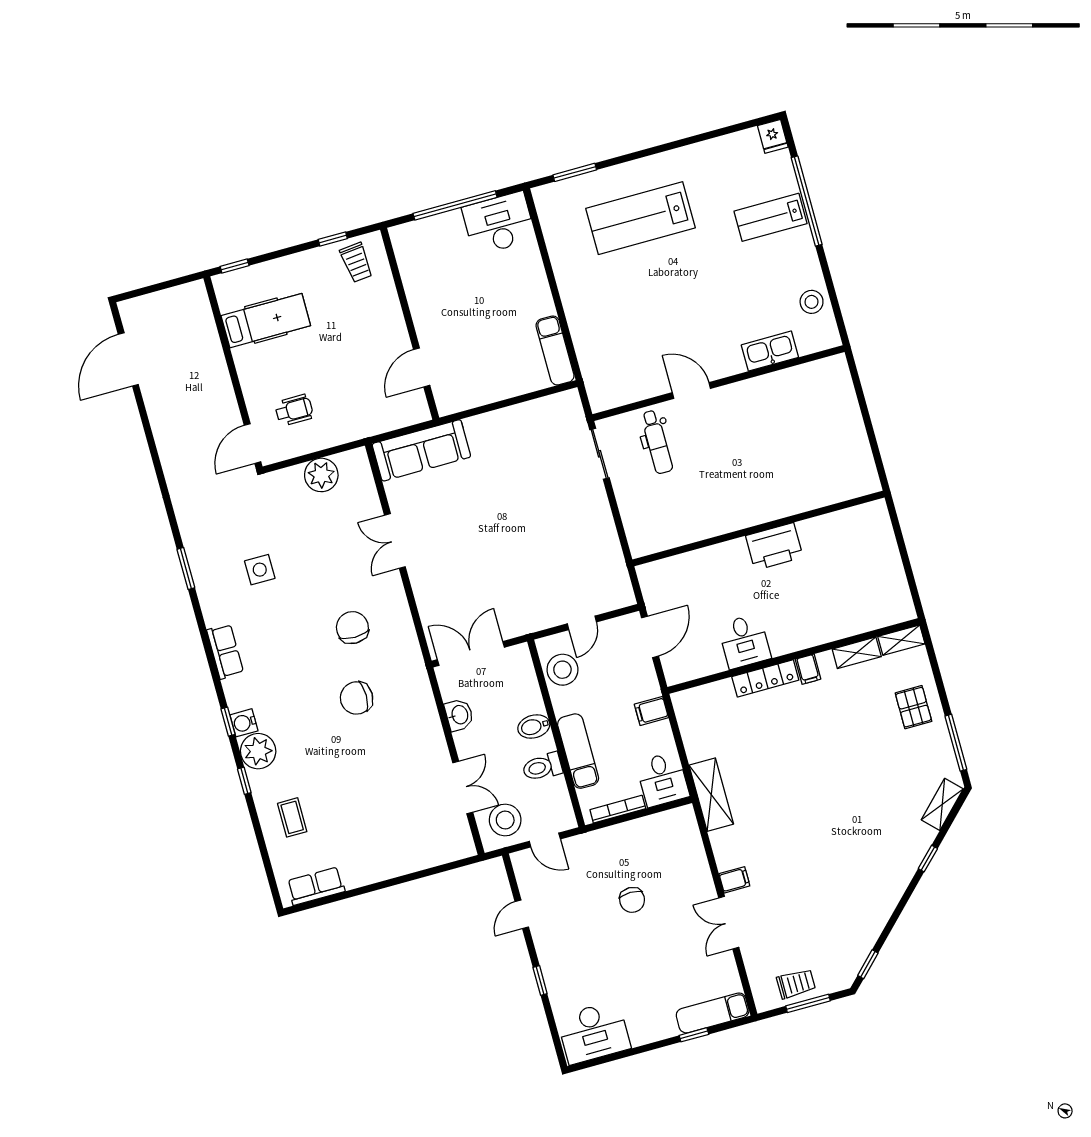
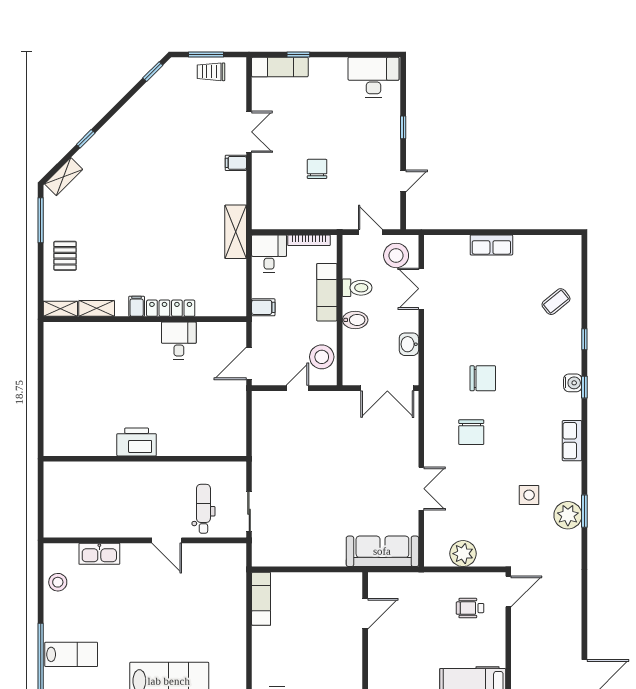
wall: (758, 528) -> (145, 459), moved
printer: (774, 546) -> (137, 442), moved
plant: (258, 751) -> (568, 515), moved
coffee table: (292, 817) -> (556, 302), turned 51
row of seats: (316, 886) -> (491, 245), moved

